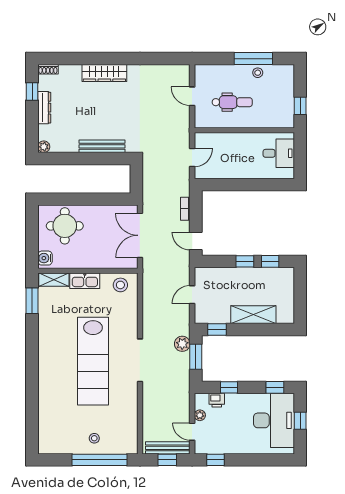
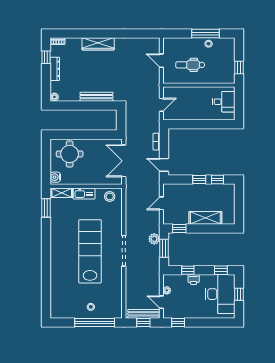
dental chair: (232, 102) -> (190, 65), turned 180
lab bench: (93, 361) -> (90, 251), turned 180
printer: (217, 400) -> (194, 279), moved

